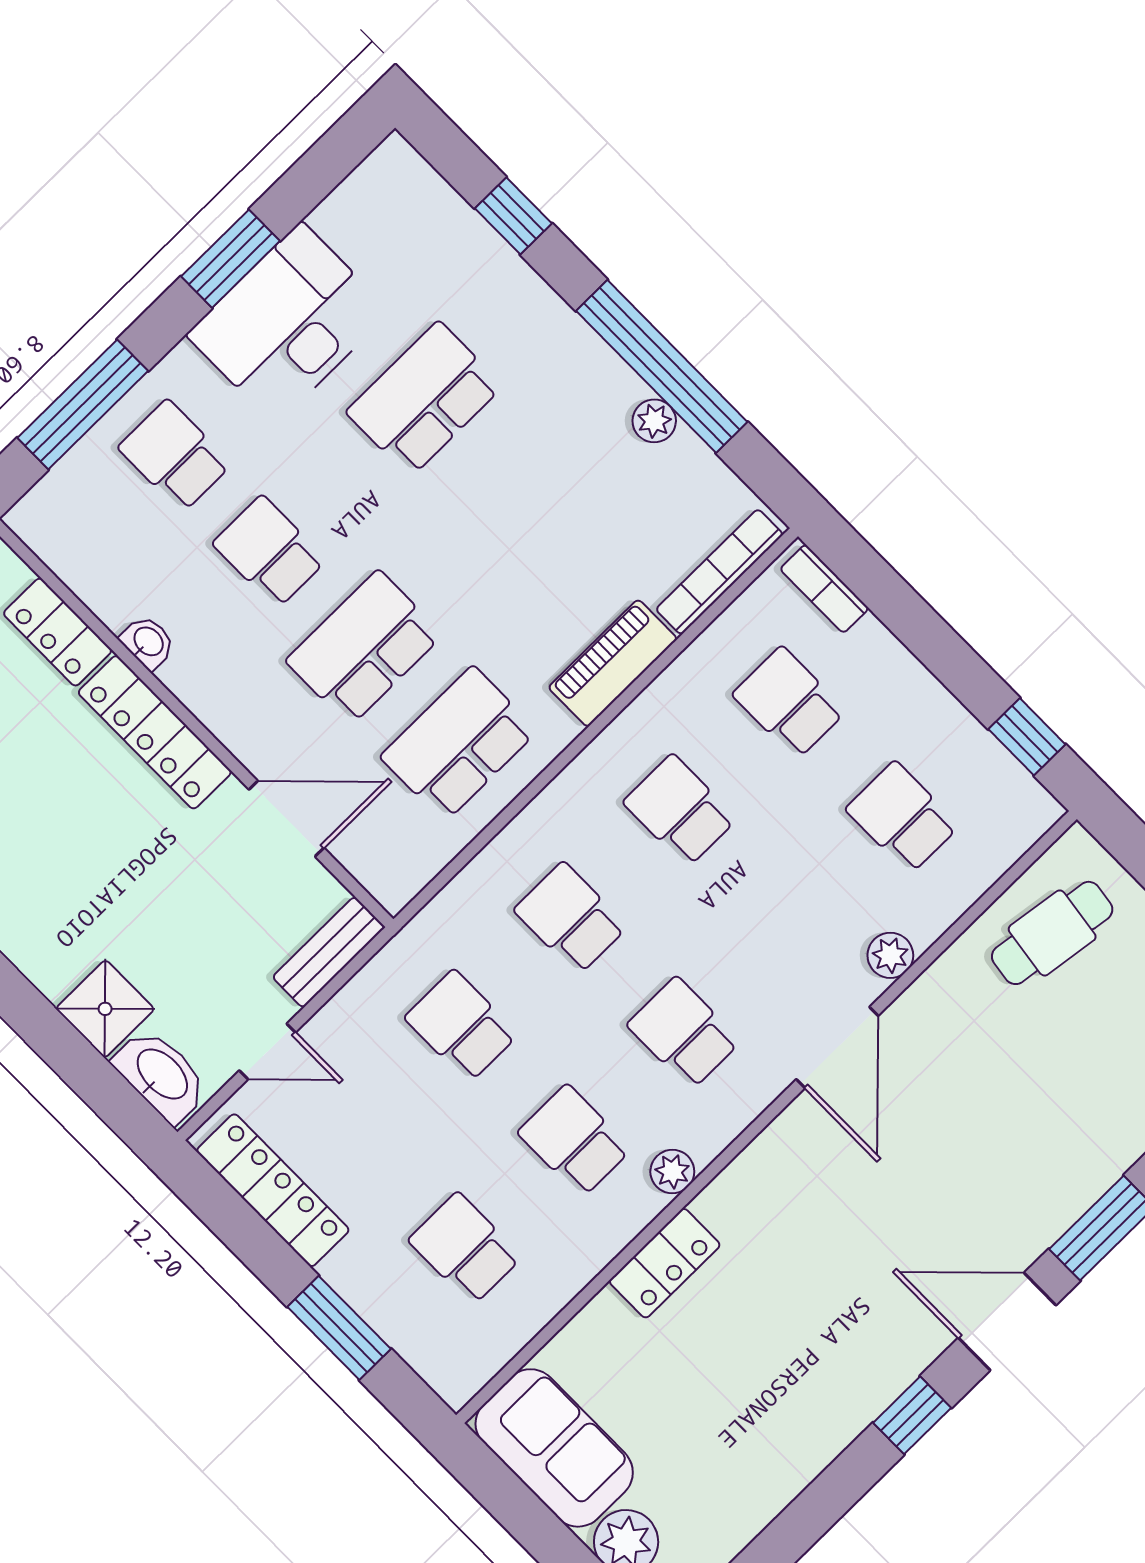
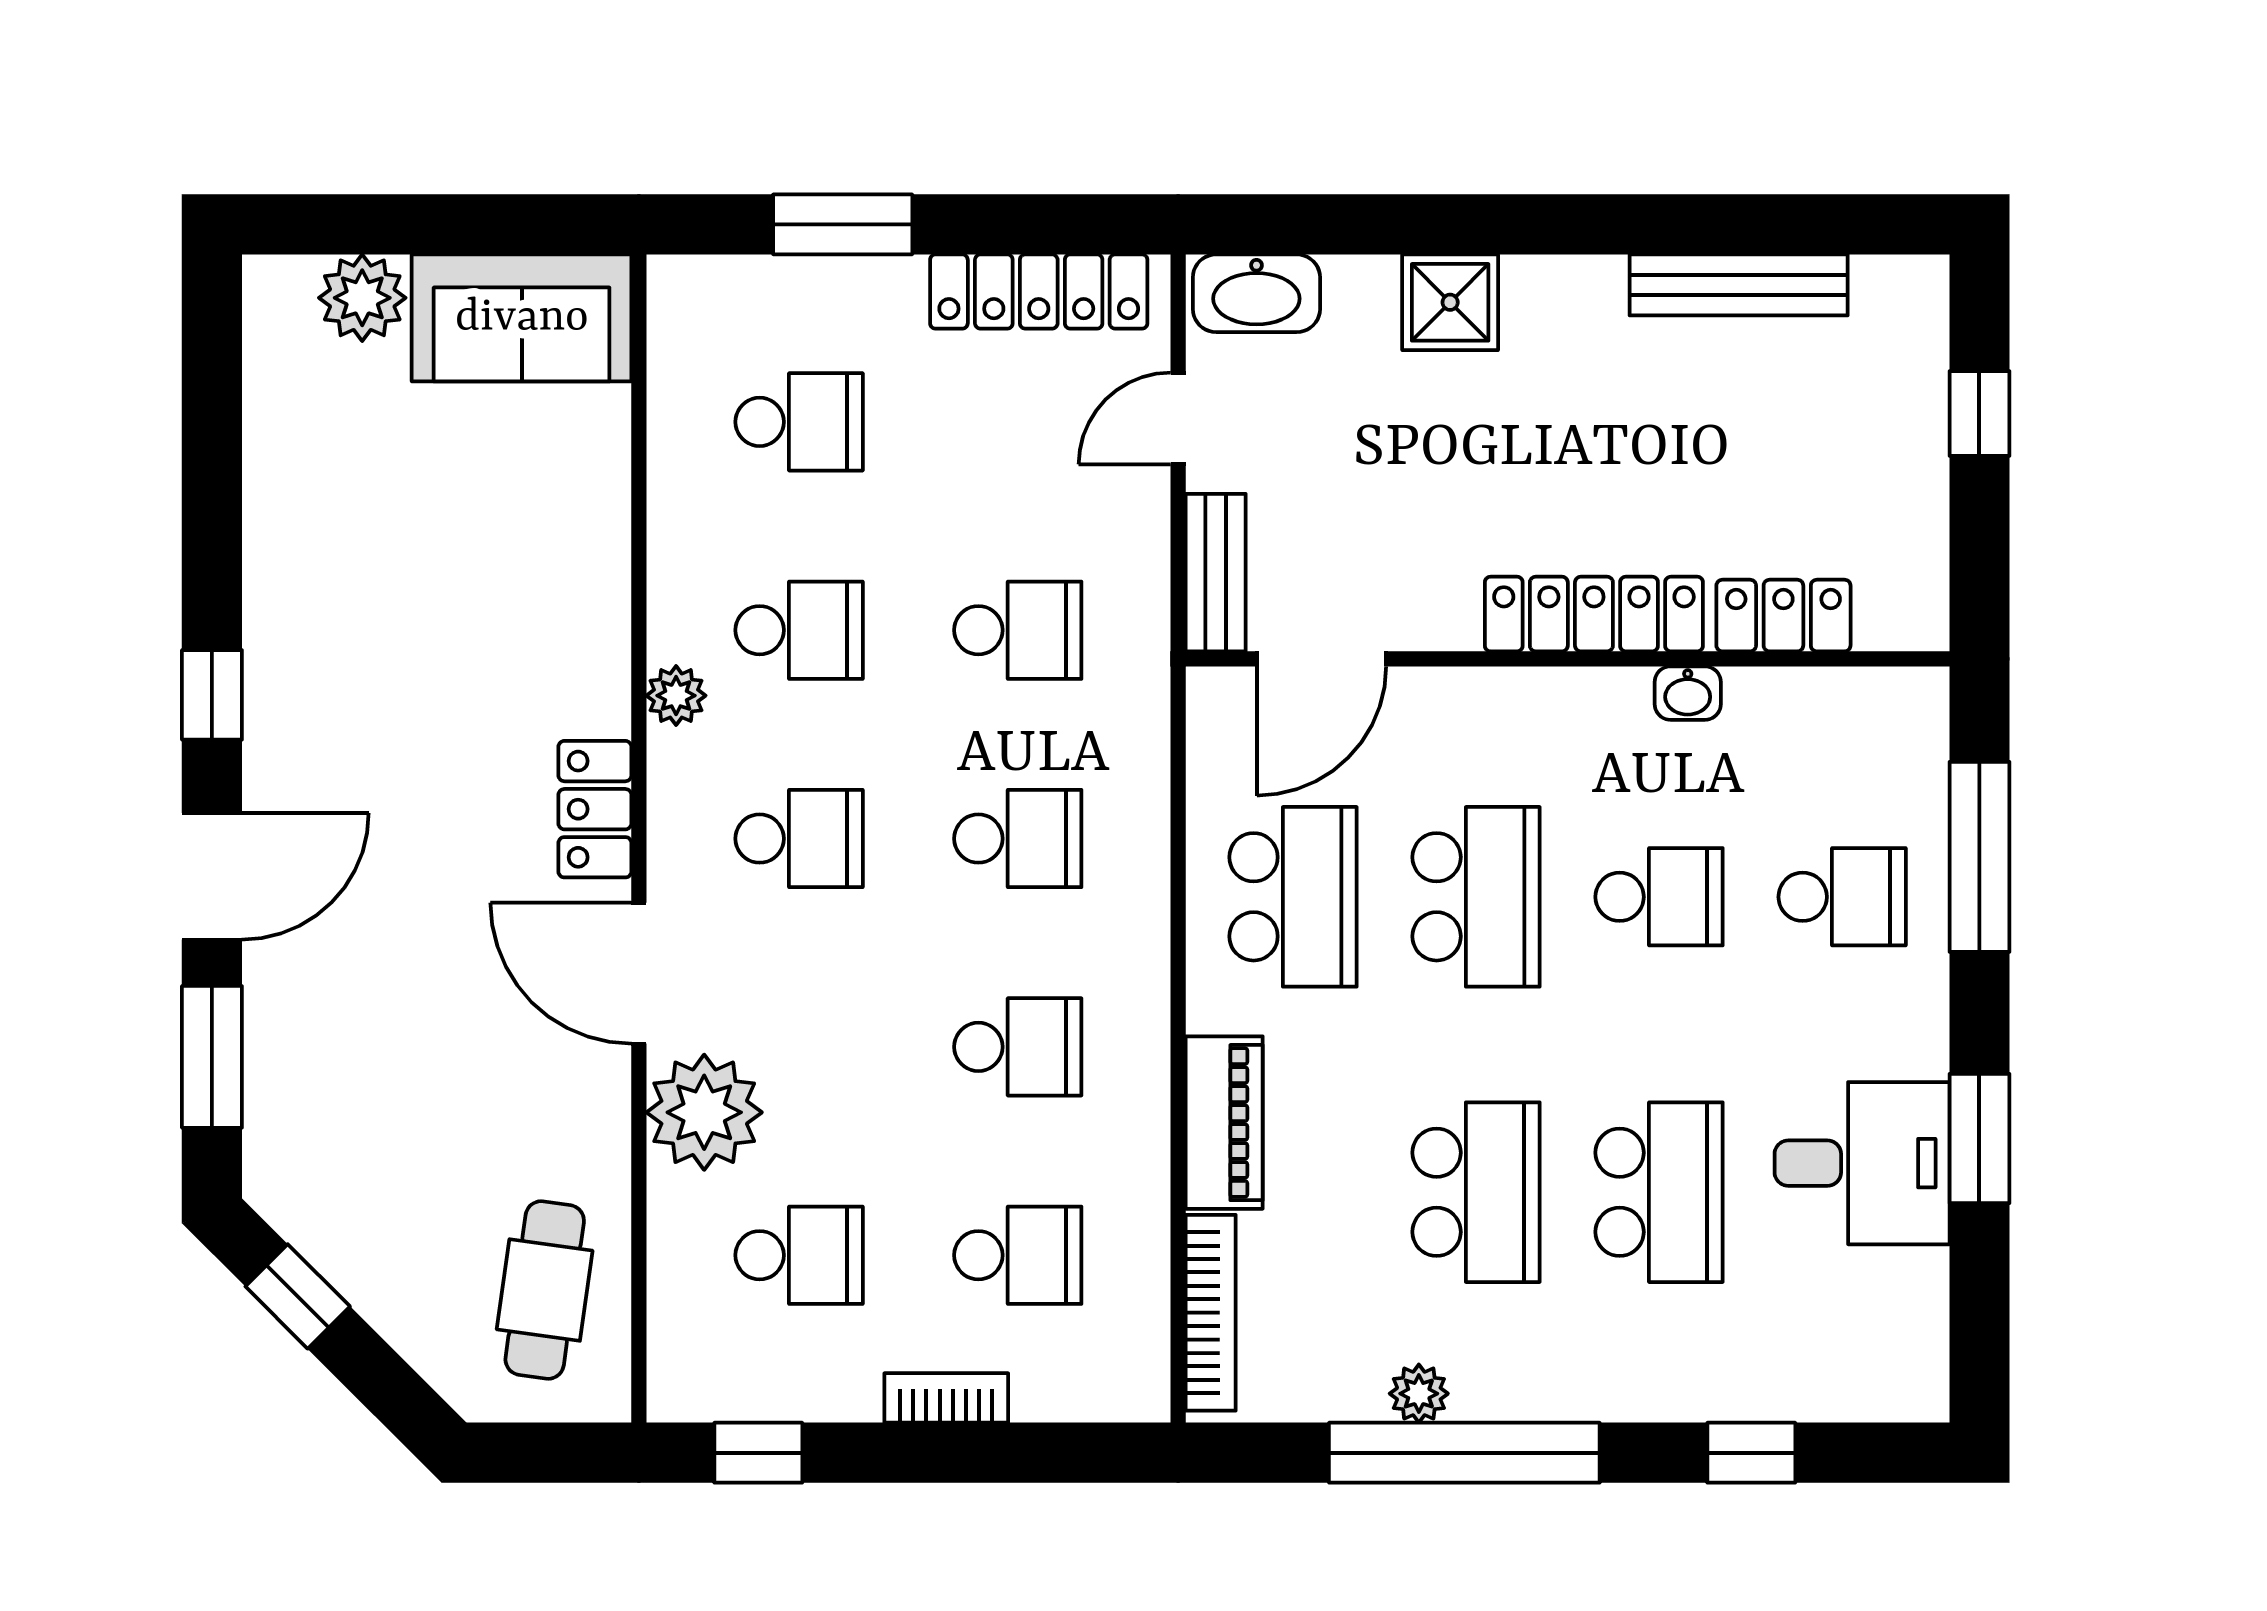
desk: (288, 323) -> (1862, 1163), width x0.73
school desk: (519, 495) -> (1476, 1192), added
bookcase: (824, 589) -> (946, 1398), moved
door: (286, 819) -> (1321, 659), moved
plant: (890, 955) -> (704, 1112), width x1.88, depth x1.88
shower: (105, 1009) -> (1450, 302), moved
locker: (665, 1263) -> (595, 809), moved

